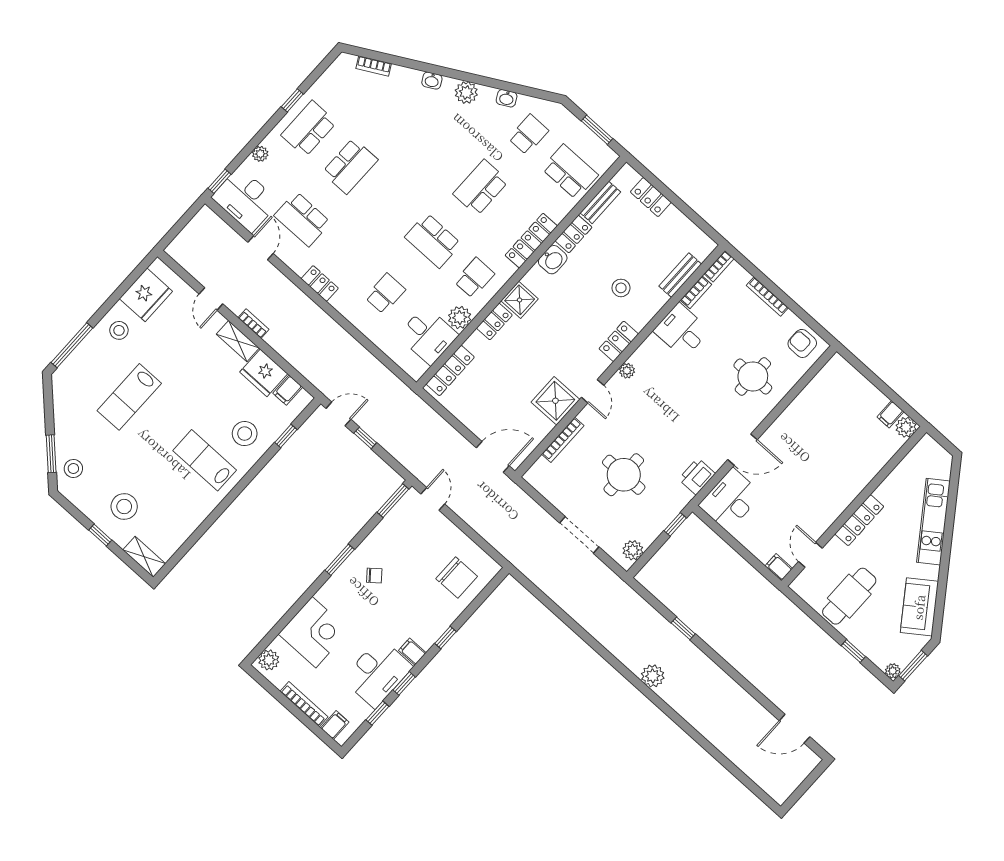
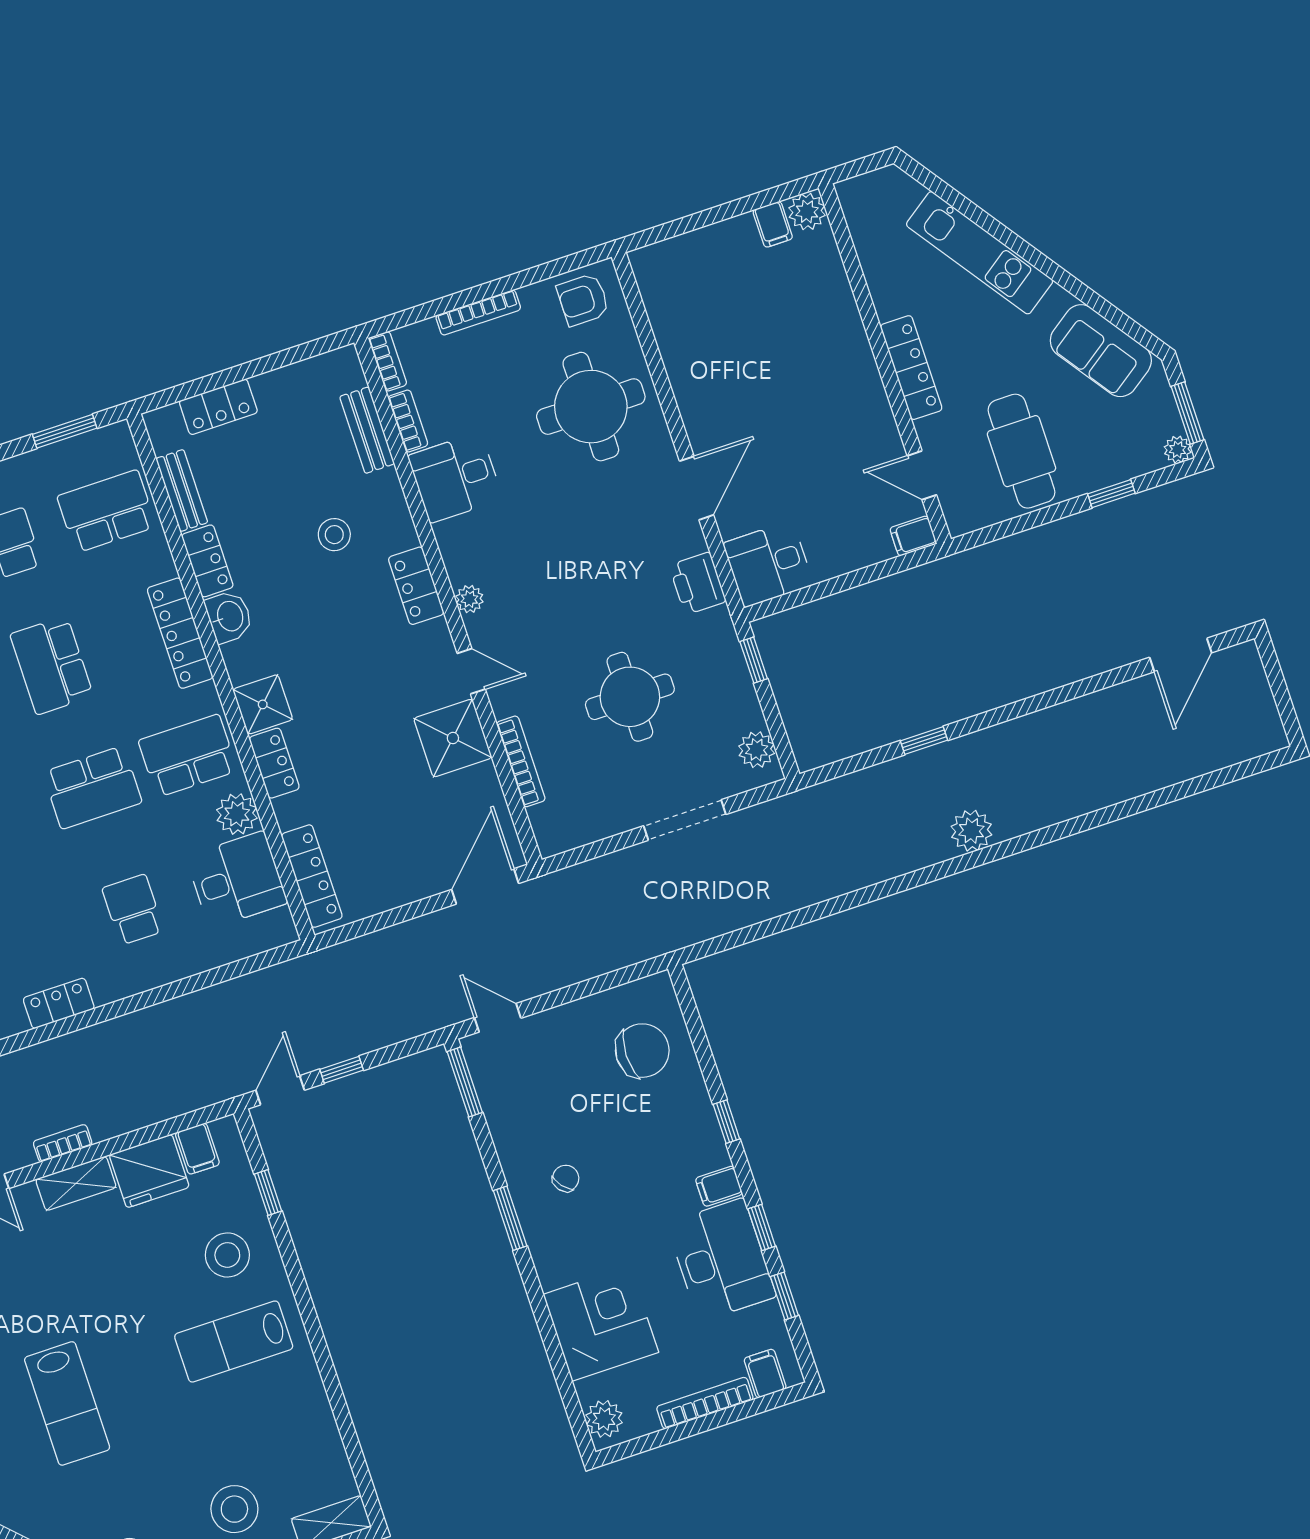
school desk: (474, 278) -> (188, 756), width x1.85
round table: (753, 376) -> (591, 407), width x1.36, depth x1.36
desk: (730, 500) -> (768, 564), width x0.73

